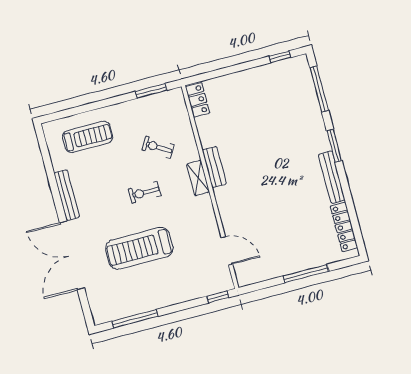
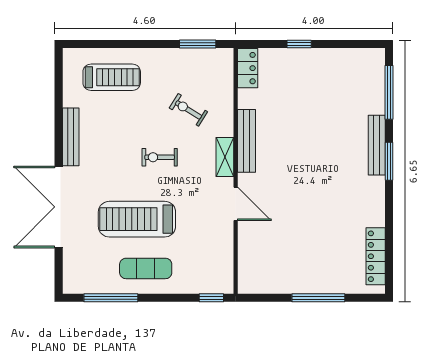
window: (280, 57) -> (299, 44), moved
bench: (214, 167) -> (246, 141), width x1.36
bench: (332, 177) -> (377, 145), moved
door: (227, 251) -> (236, 204), moved
exercise mat: (157, 287) -> (146, 268), added

